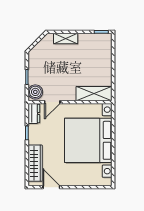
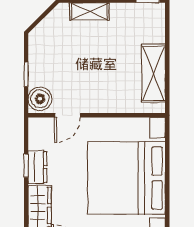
shelving: (94, 94) -> (153, 73), moved, turned 90
dresser: (34, 113) -> (37, 167), moved

